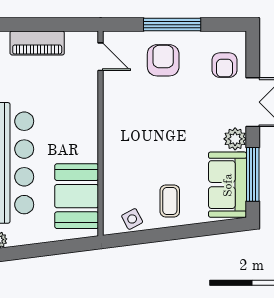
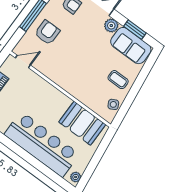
armchair: (163, 60) -> (47, 32), turned 90
window: (253, 174) -> (135, 30), width x0.69

